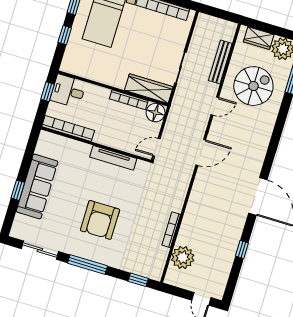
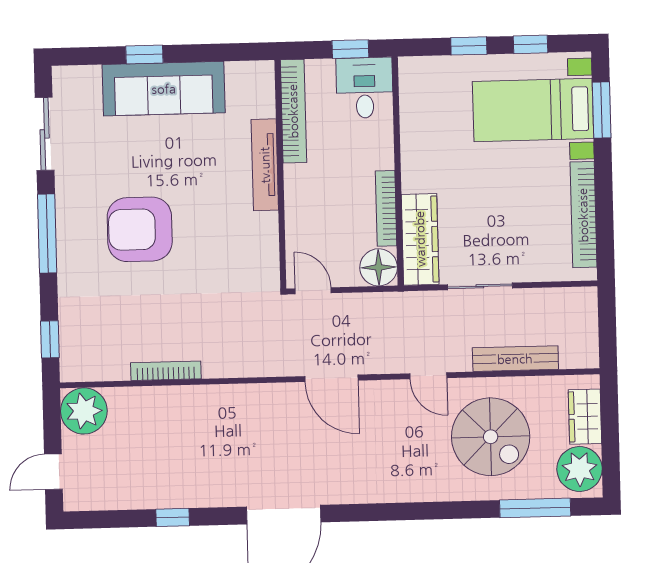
tv unit: (113, 158) -> (265, 165), moved
plant: (183, 258) -> (84, 411), moved

